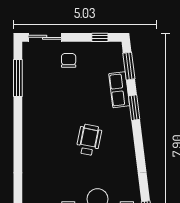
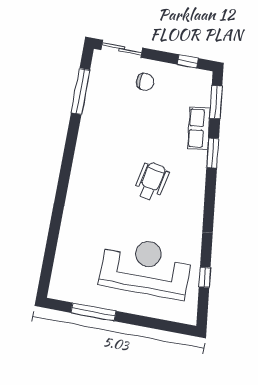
chair: (69, 60) -> (145, 82), turned 90

